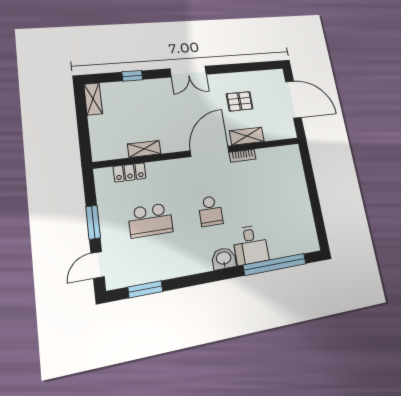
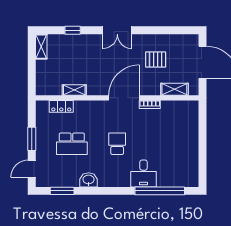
shelving: (247, 136) -> (174, 89), moved
school desk: (210, 211) -> (117, 144), turned 180
washbasin: (224, 259) -> (89, 180), moved

